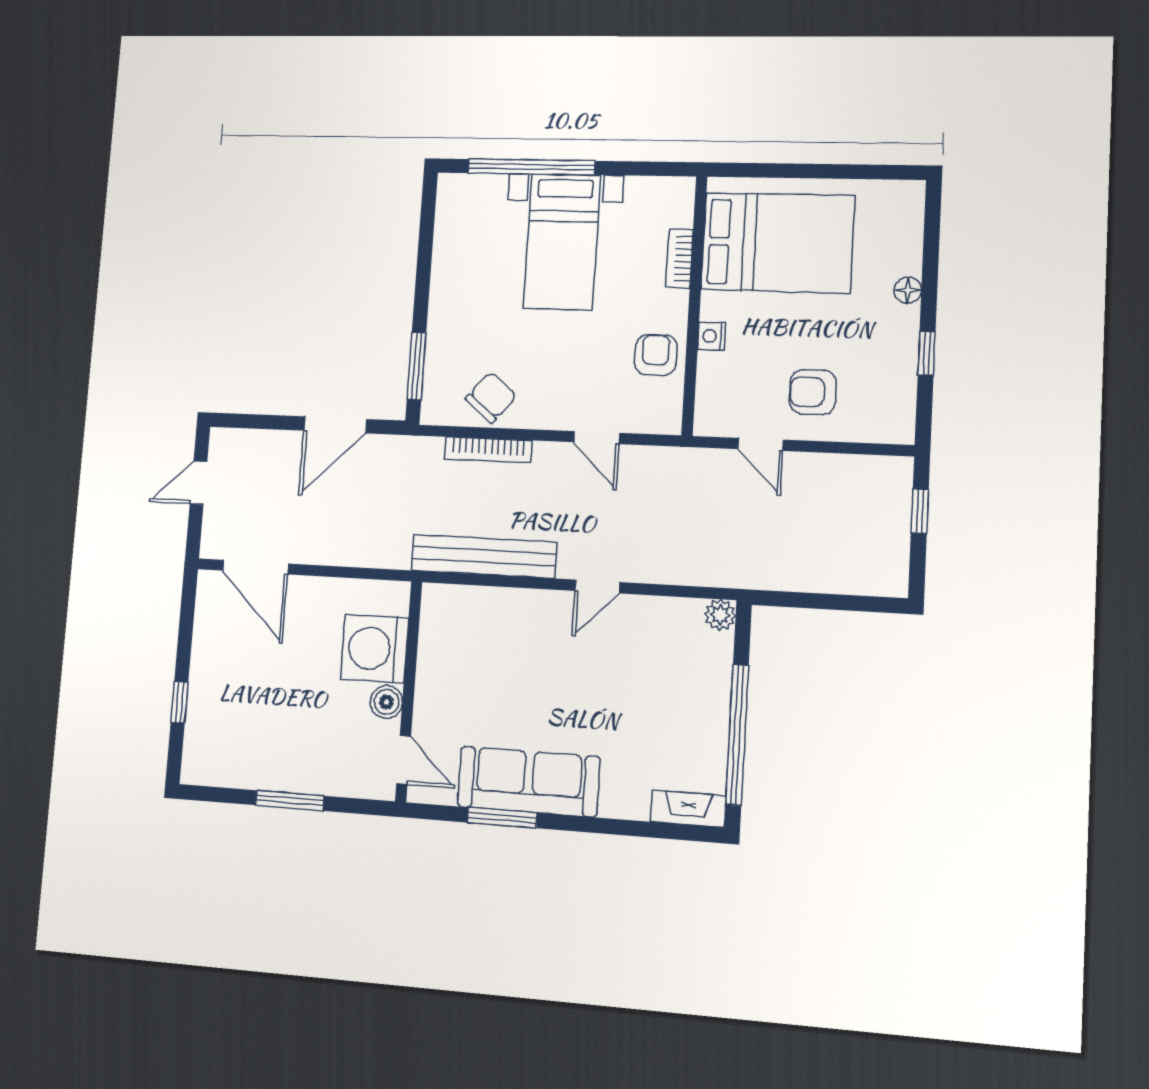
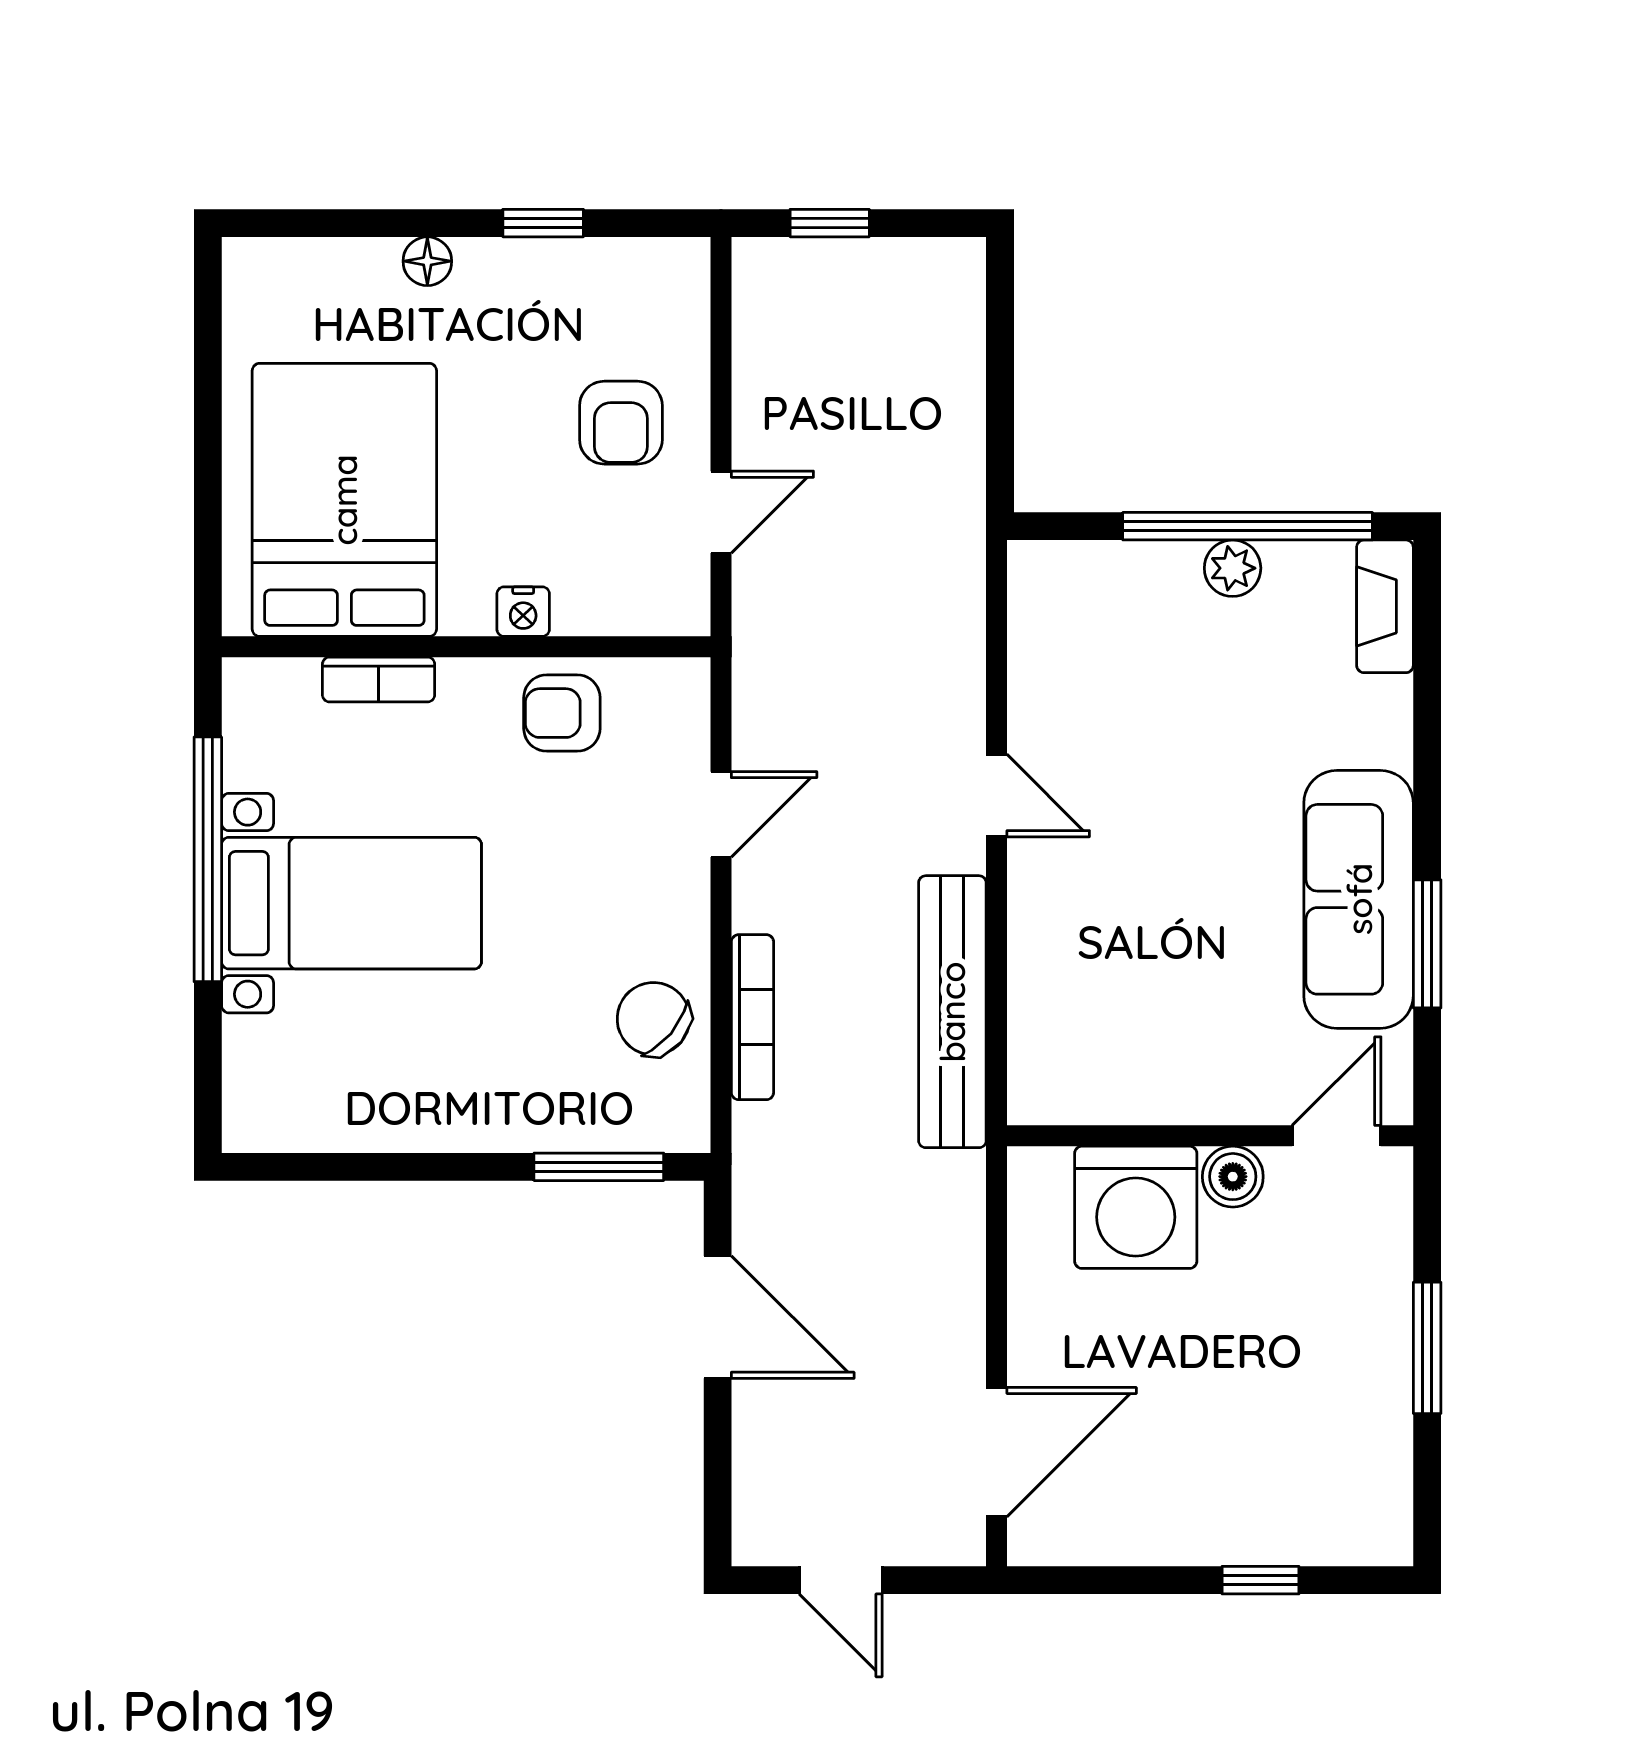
window: (531, 167) -> (208, 859), moved
plant: (720, 615) -> (1233, 568), moved

